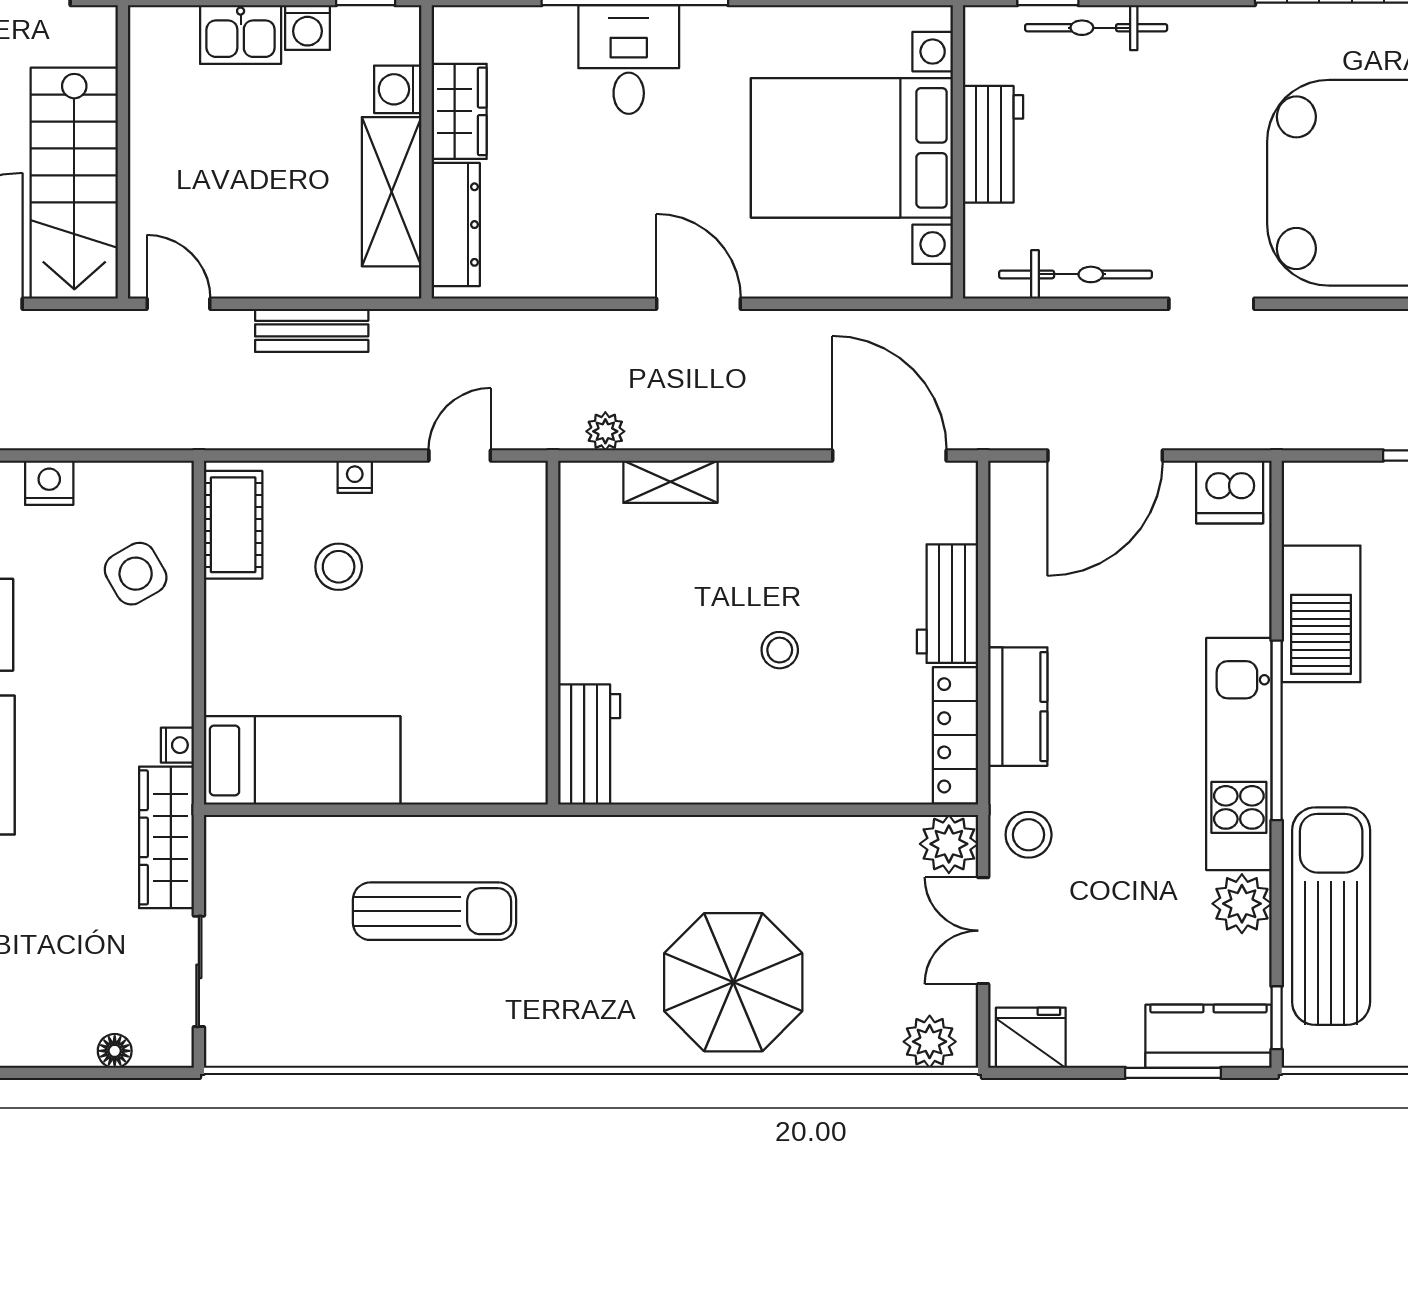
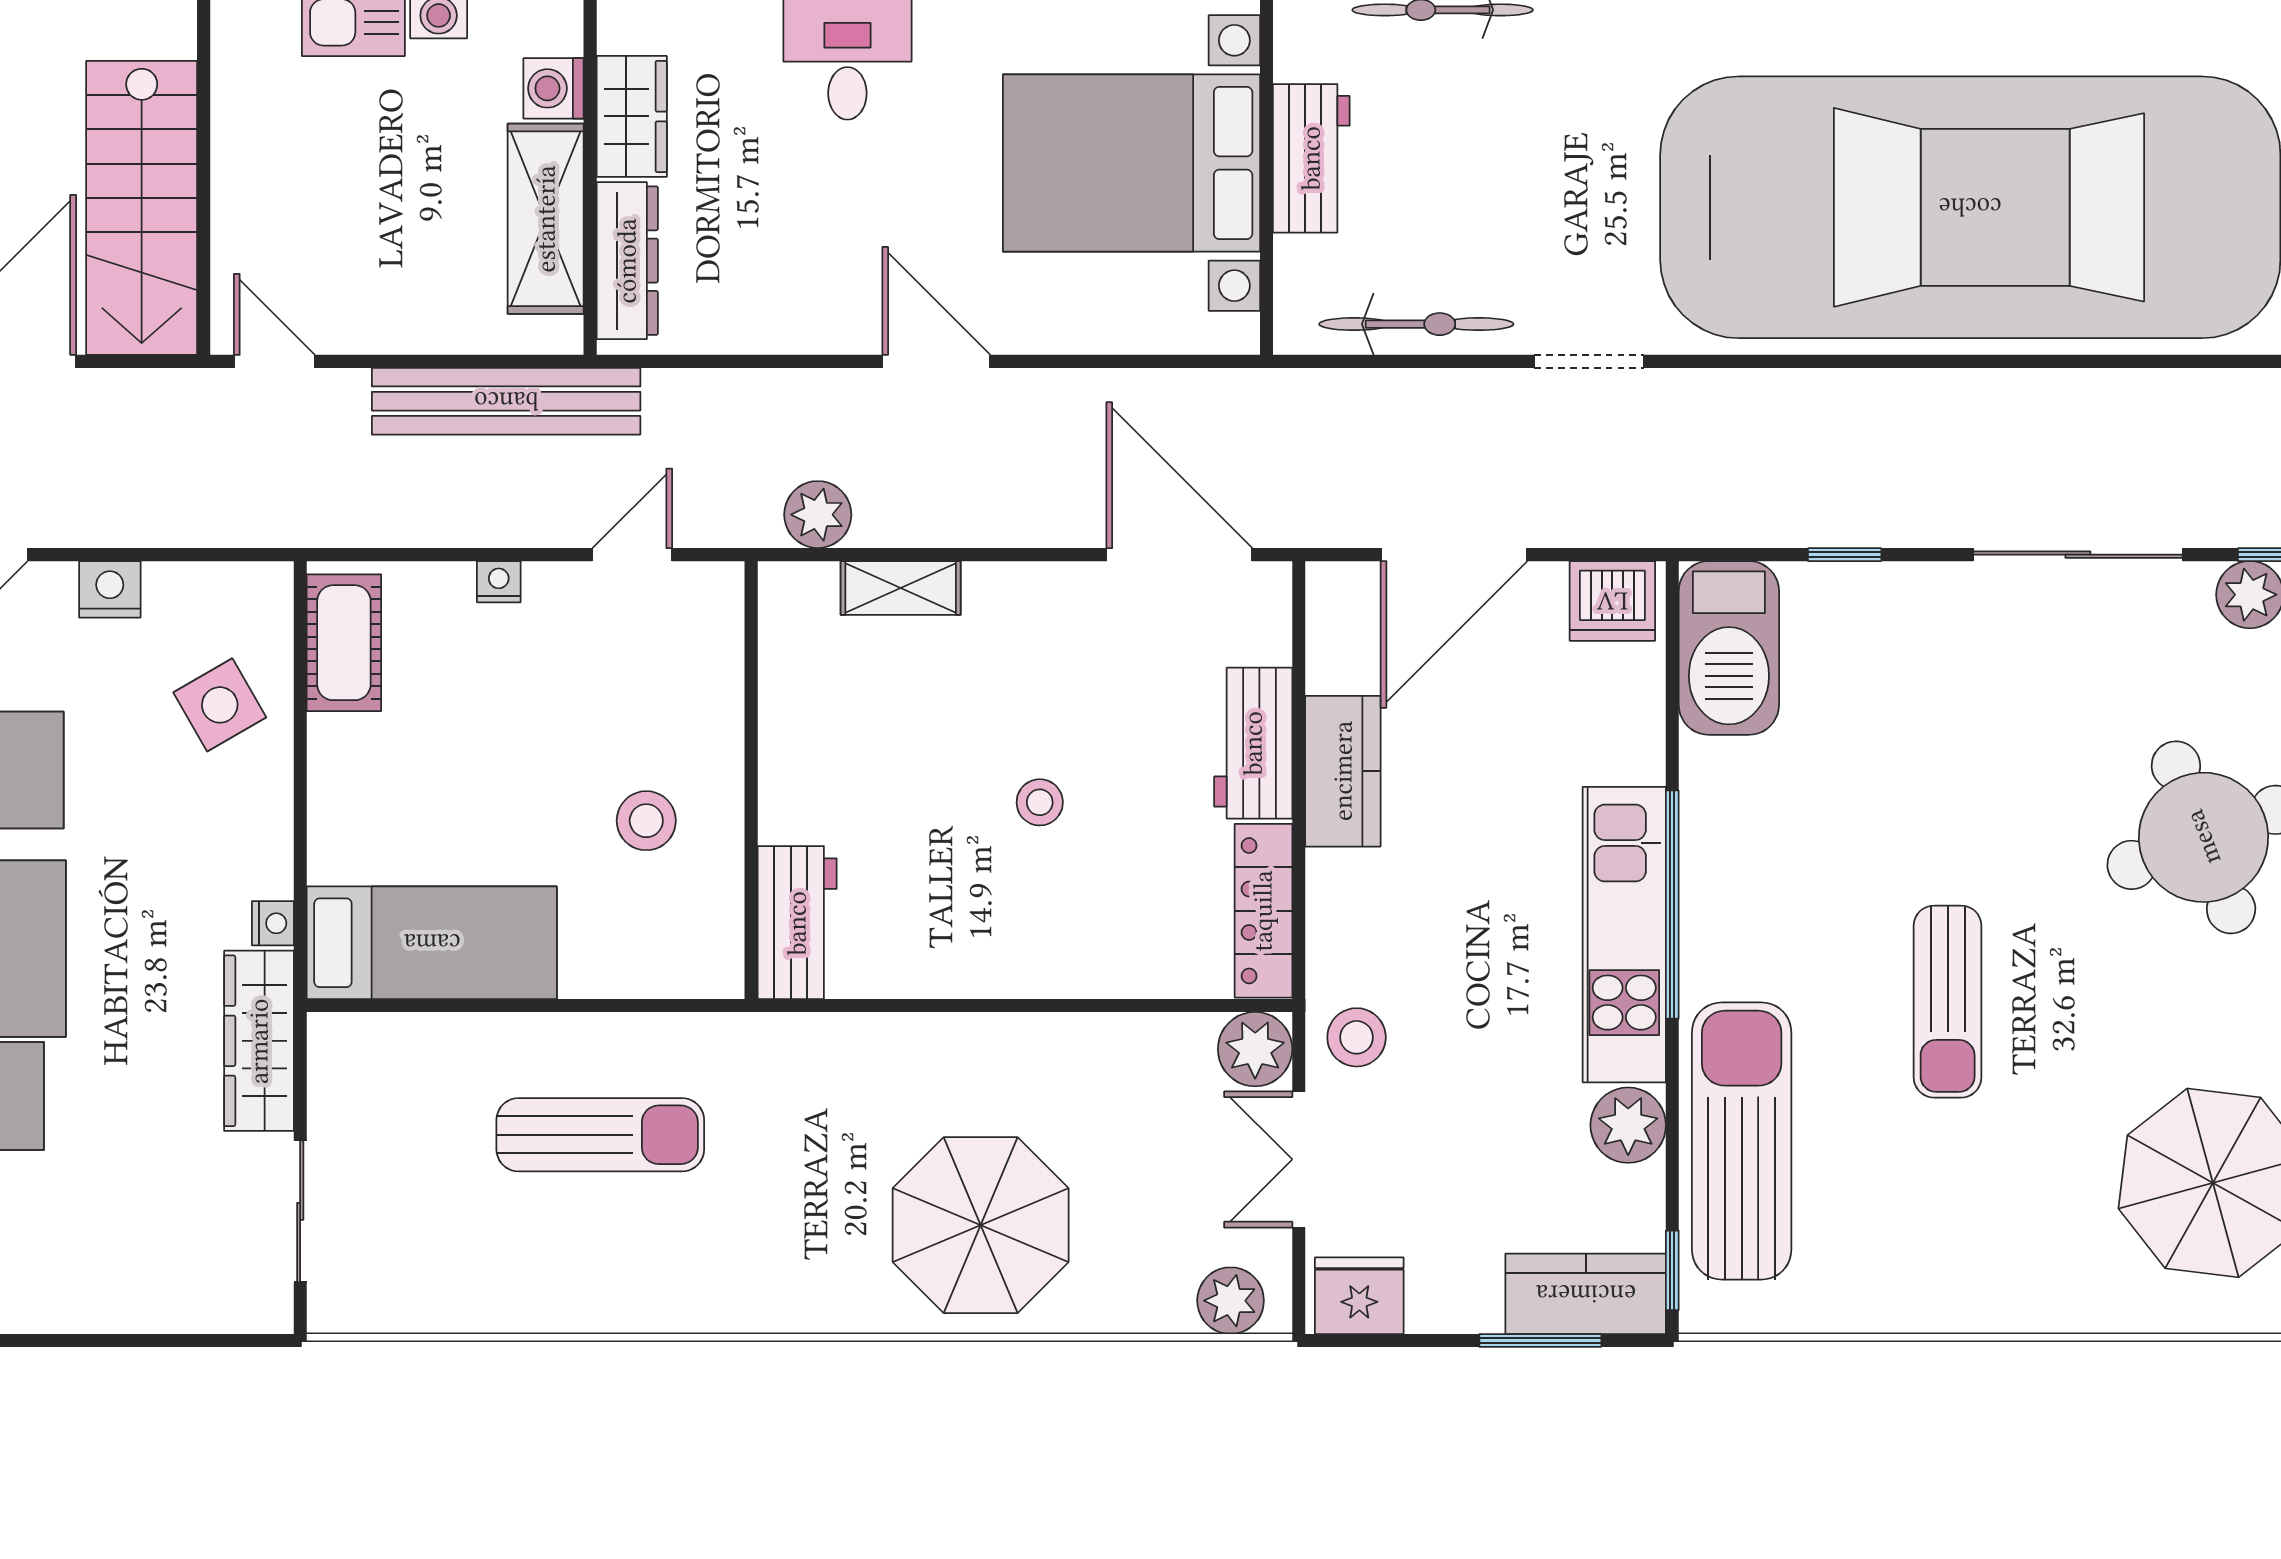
bench: (312, 330) -> (506, 401), width x1.86, depth x1.21
plant: (605, 431) -> (818, 515), width x1.38, depth x1.38
stool: (339, 567) -> (646, 821), moved
barbecue: (1321, 614) -> (1729, 648), moved
kitchen counter: (1018, 707) -> (1343, 771), moved
floor lamp: (115, 1051) -> (193, 1312), removed

